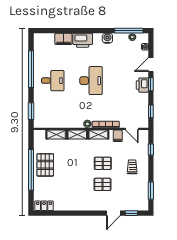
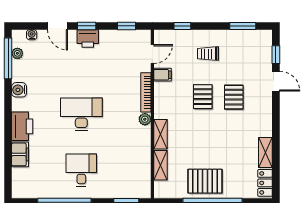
shelving: (98, 135) -> (265, 152), moved

